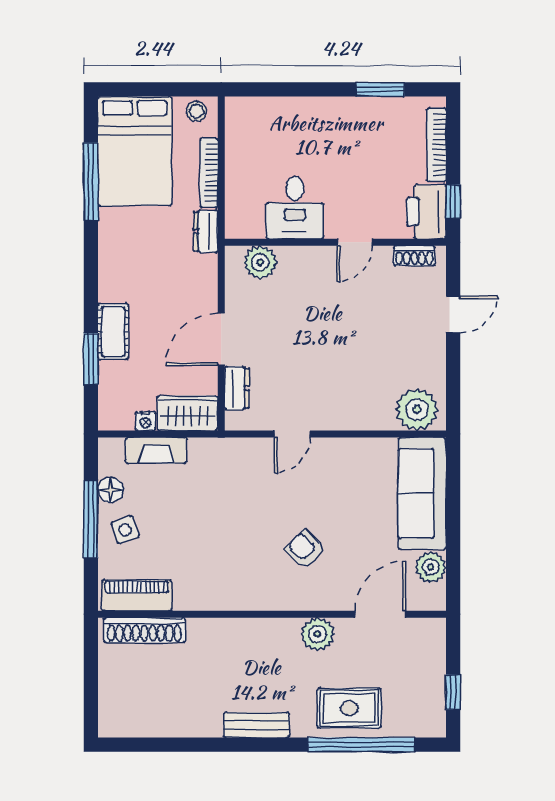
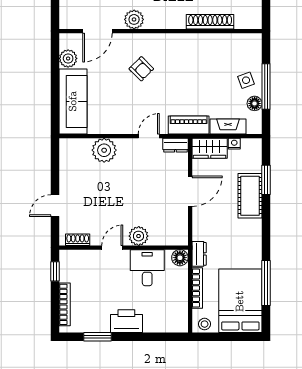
printer: (426, 212) -> (126, 321), moved, turned -90
floor lamp: (239, 225) -> (180, 258), added
plant: (260, 262) -> (139, 236), moved
cot: (113, 331) -> (250, 196), width x1.37, depth x1.34
dresser: (237, 388) -> (175, 145), moved, turned -90
plant: (417, 410) -> (104, 150), moved
piano: (137, 595) -> (189, 125), moved, turned 180
shoe rack: (144, 630) -> (210, 22), moved

